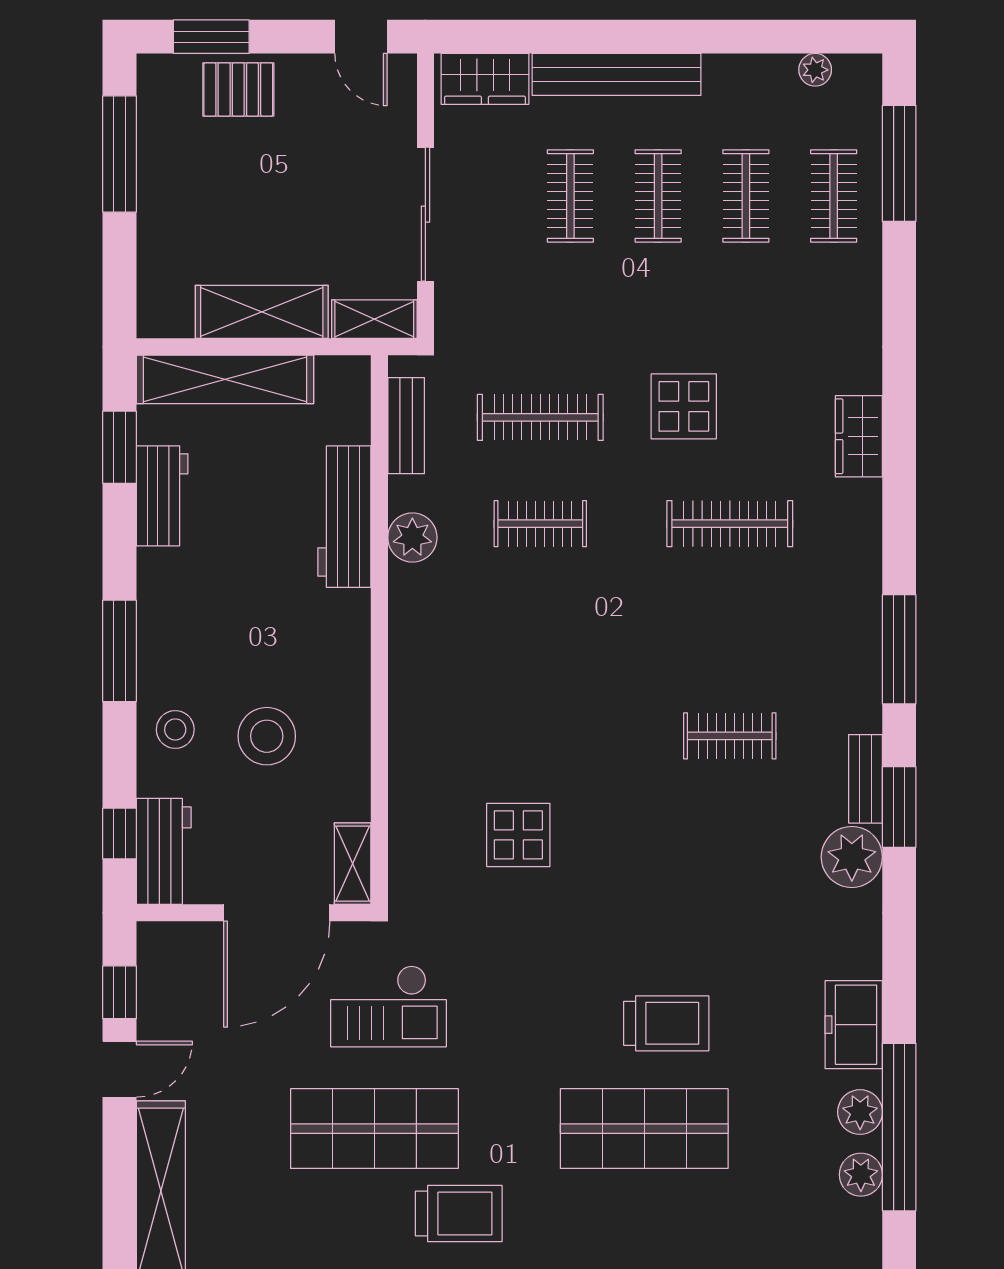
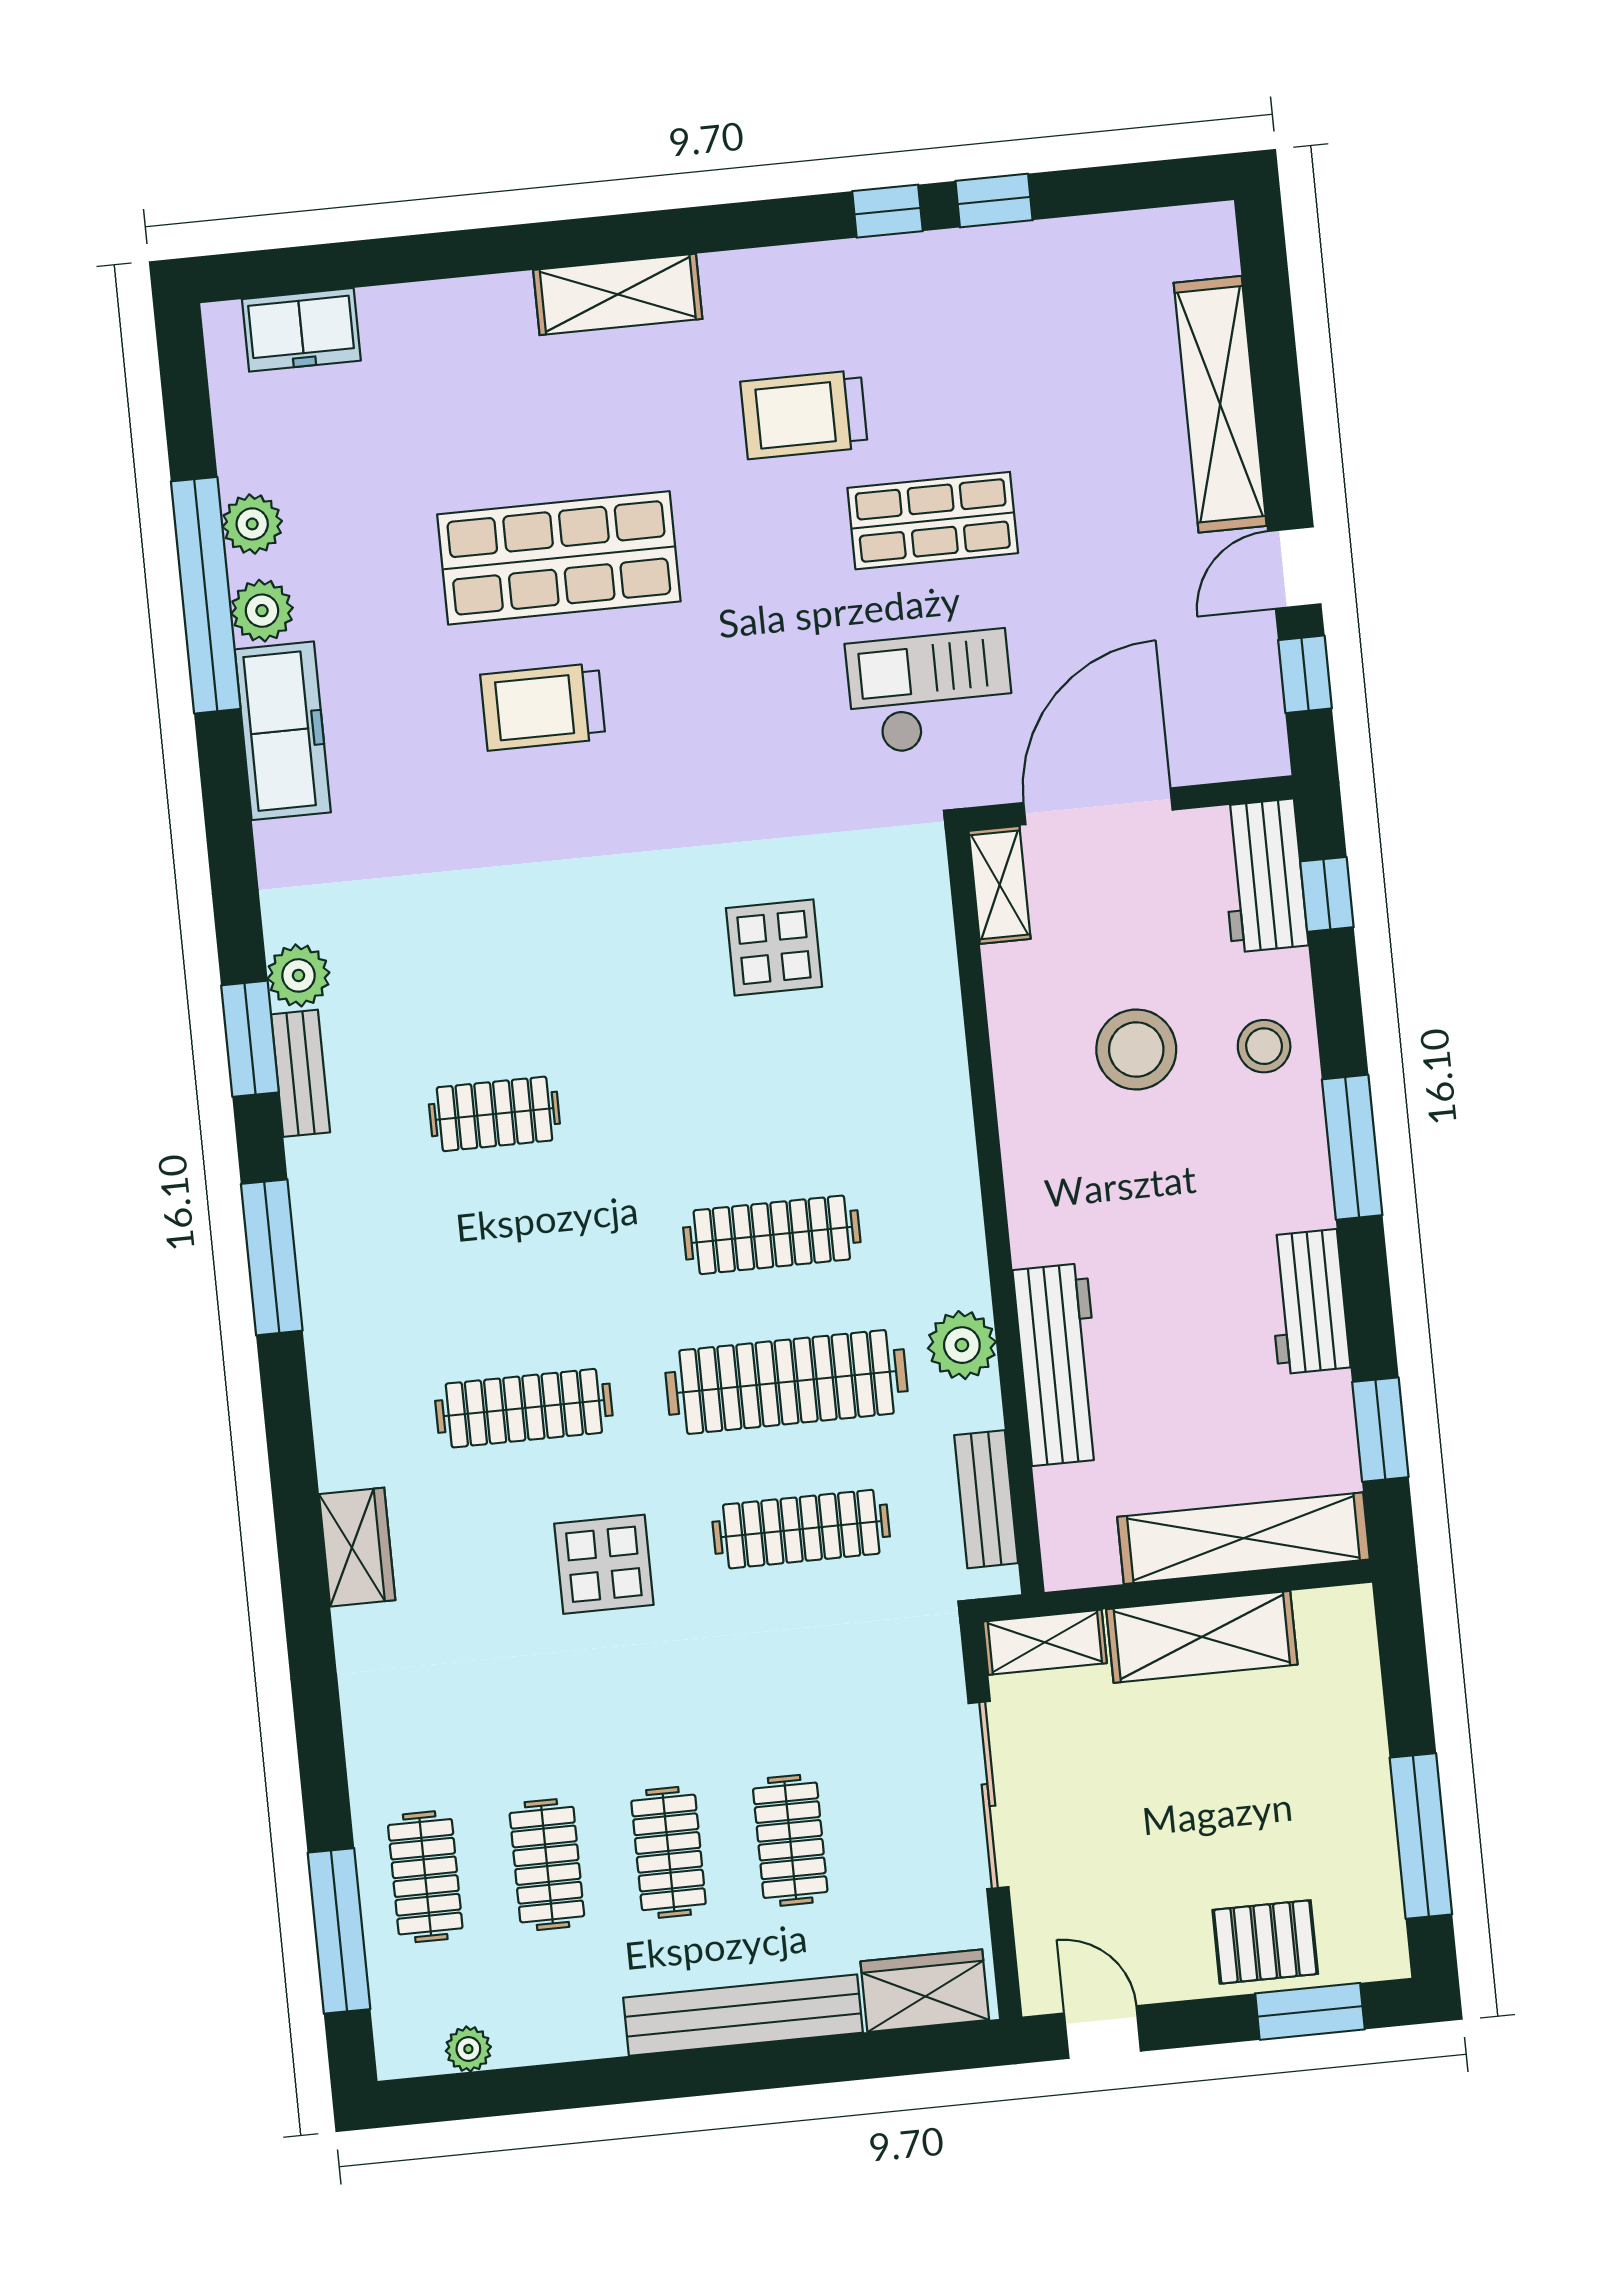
workbench: (162, 496) -> (1308, 1302), moved
clothes rail: (540, 524) -> (787, 1382), width x1.86, depth x1.31
clothes rail: (540, 630) -> (772, 1235), added
plant: (852, 857) -> (298, 975), width x0.73, depth x0.73
freezer: (854, 1025) -> (283, 731), width x1.40
shop shelf: (374, 1129) -> (933, 521), width x0.70, depth x0.74

